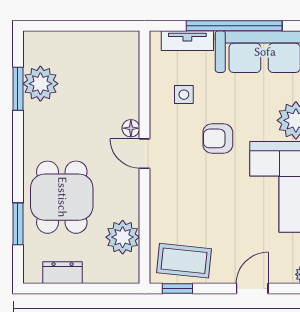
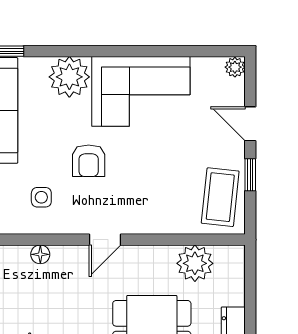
floor lamp: (131, 128) -> (40, 254), moved
window: (177, 289) -> (250, 175), moved

